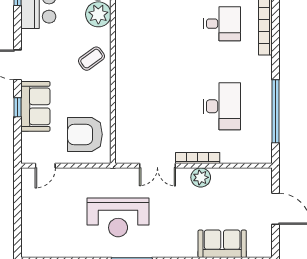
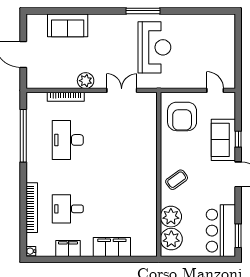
armchair: (85, 134) -> (182, 116), turned 90
bookcase: (198, 158) -> (66, 97), moved
door: (45, 166) -> (215, 90), hinge flipped
reception desk: (118, 217) -> (154, 47), turned 90

